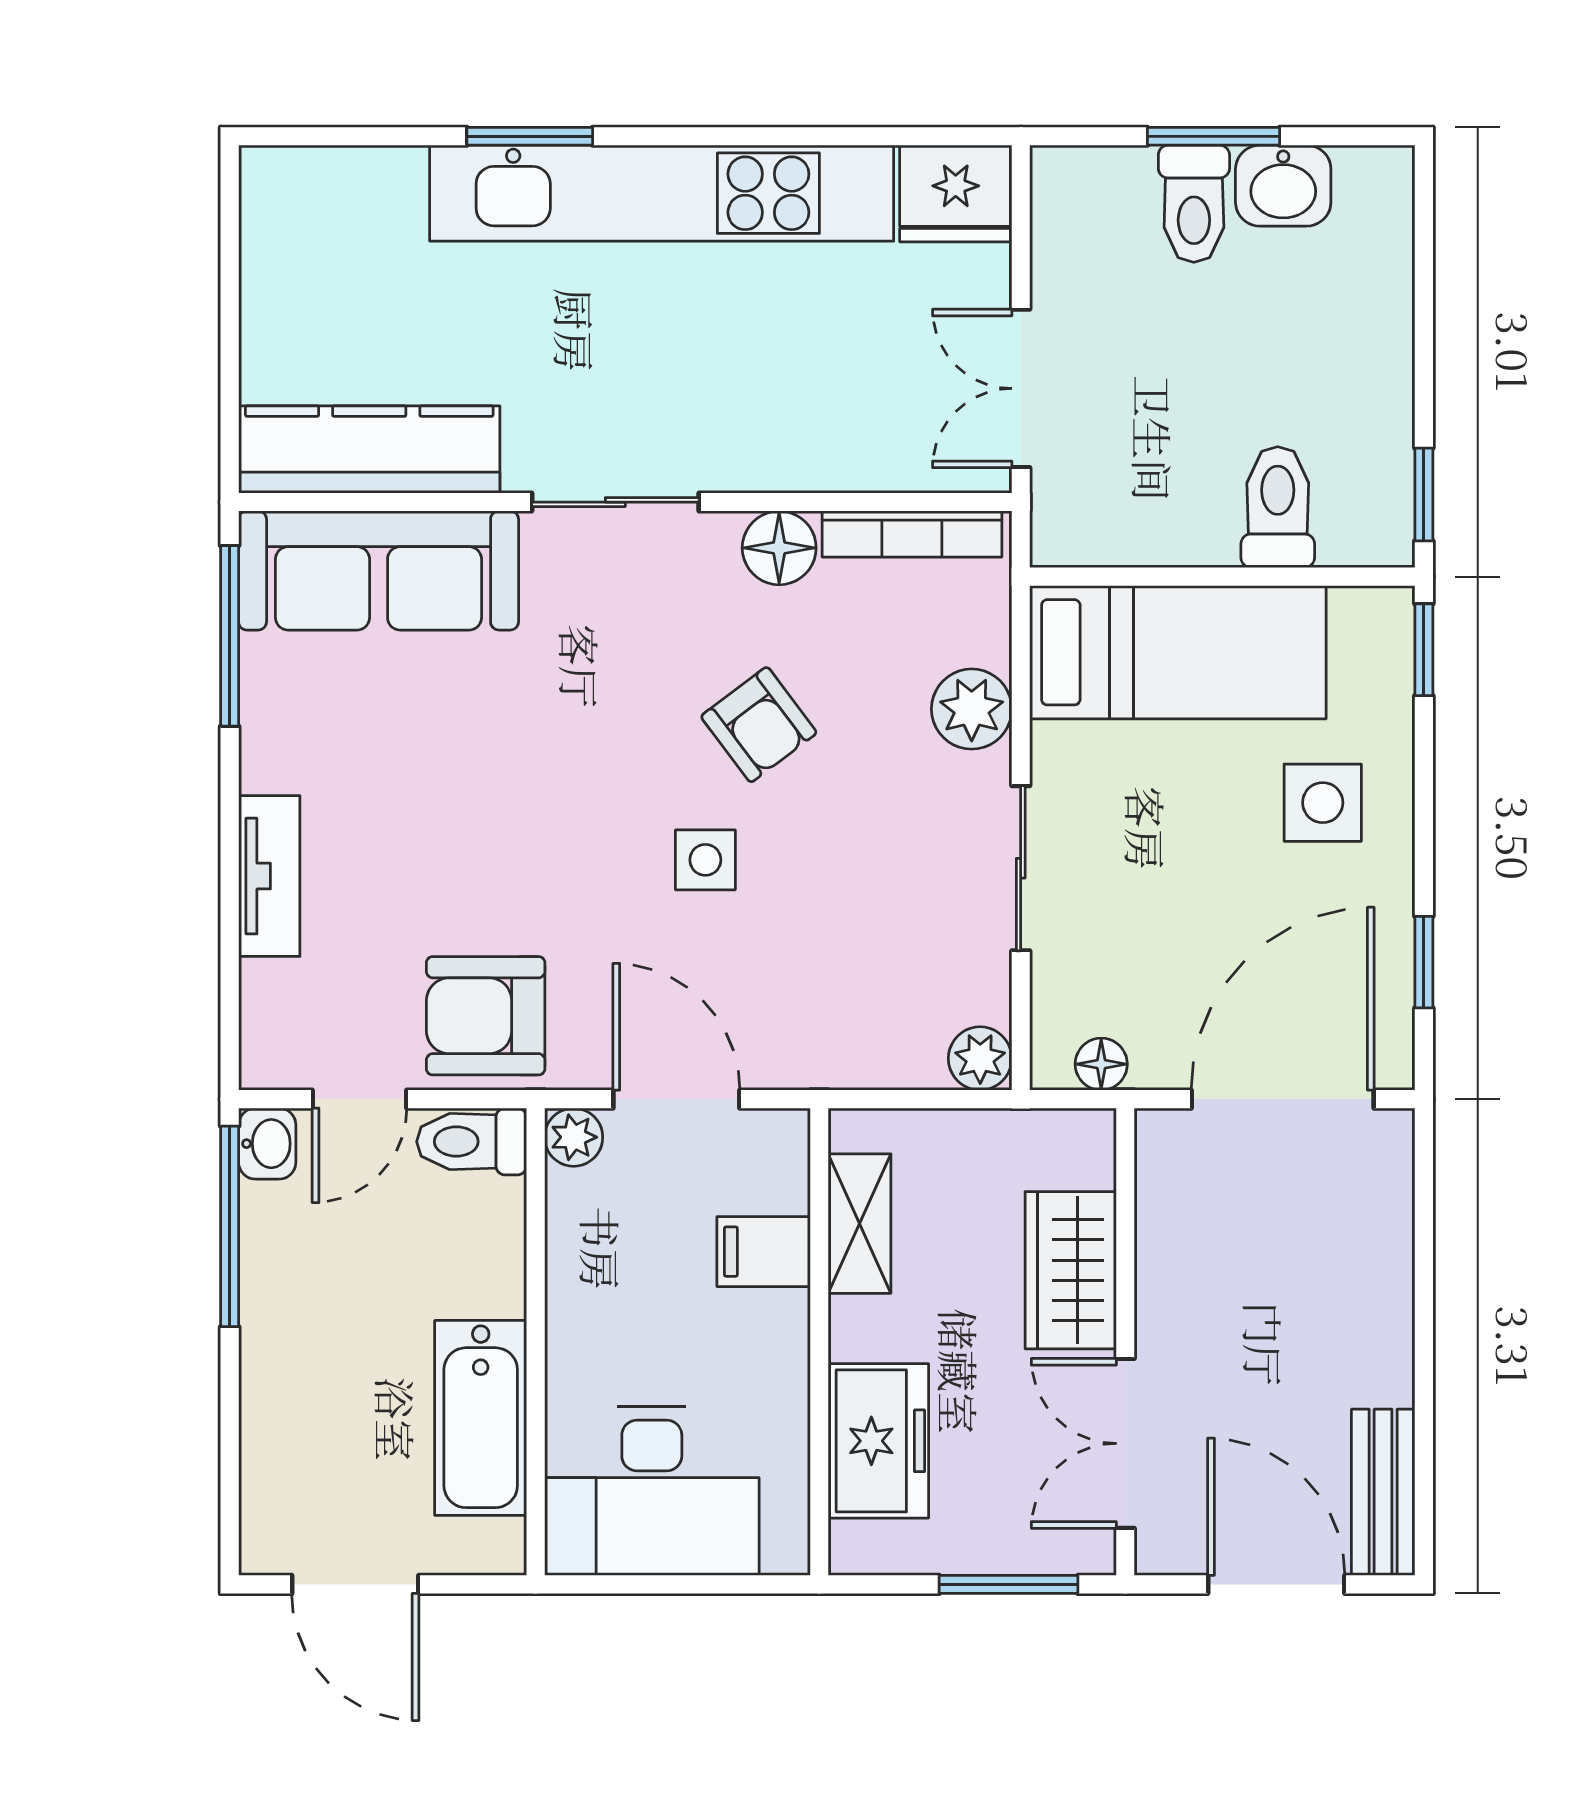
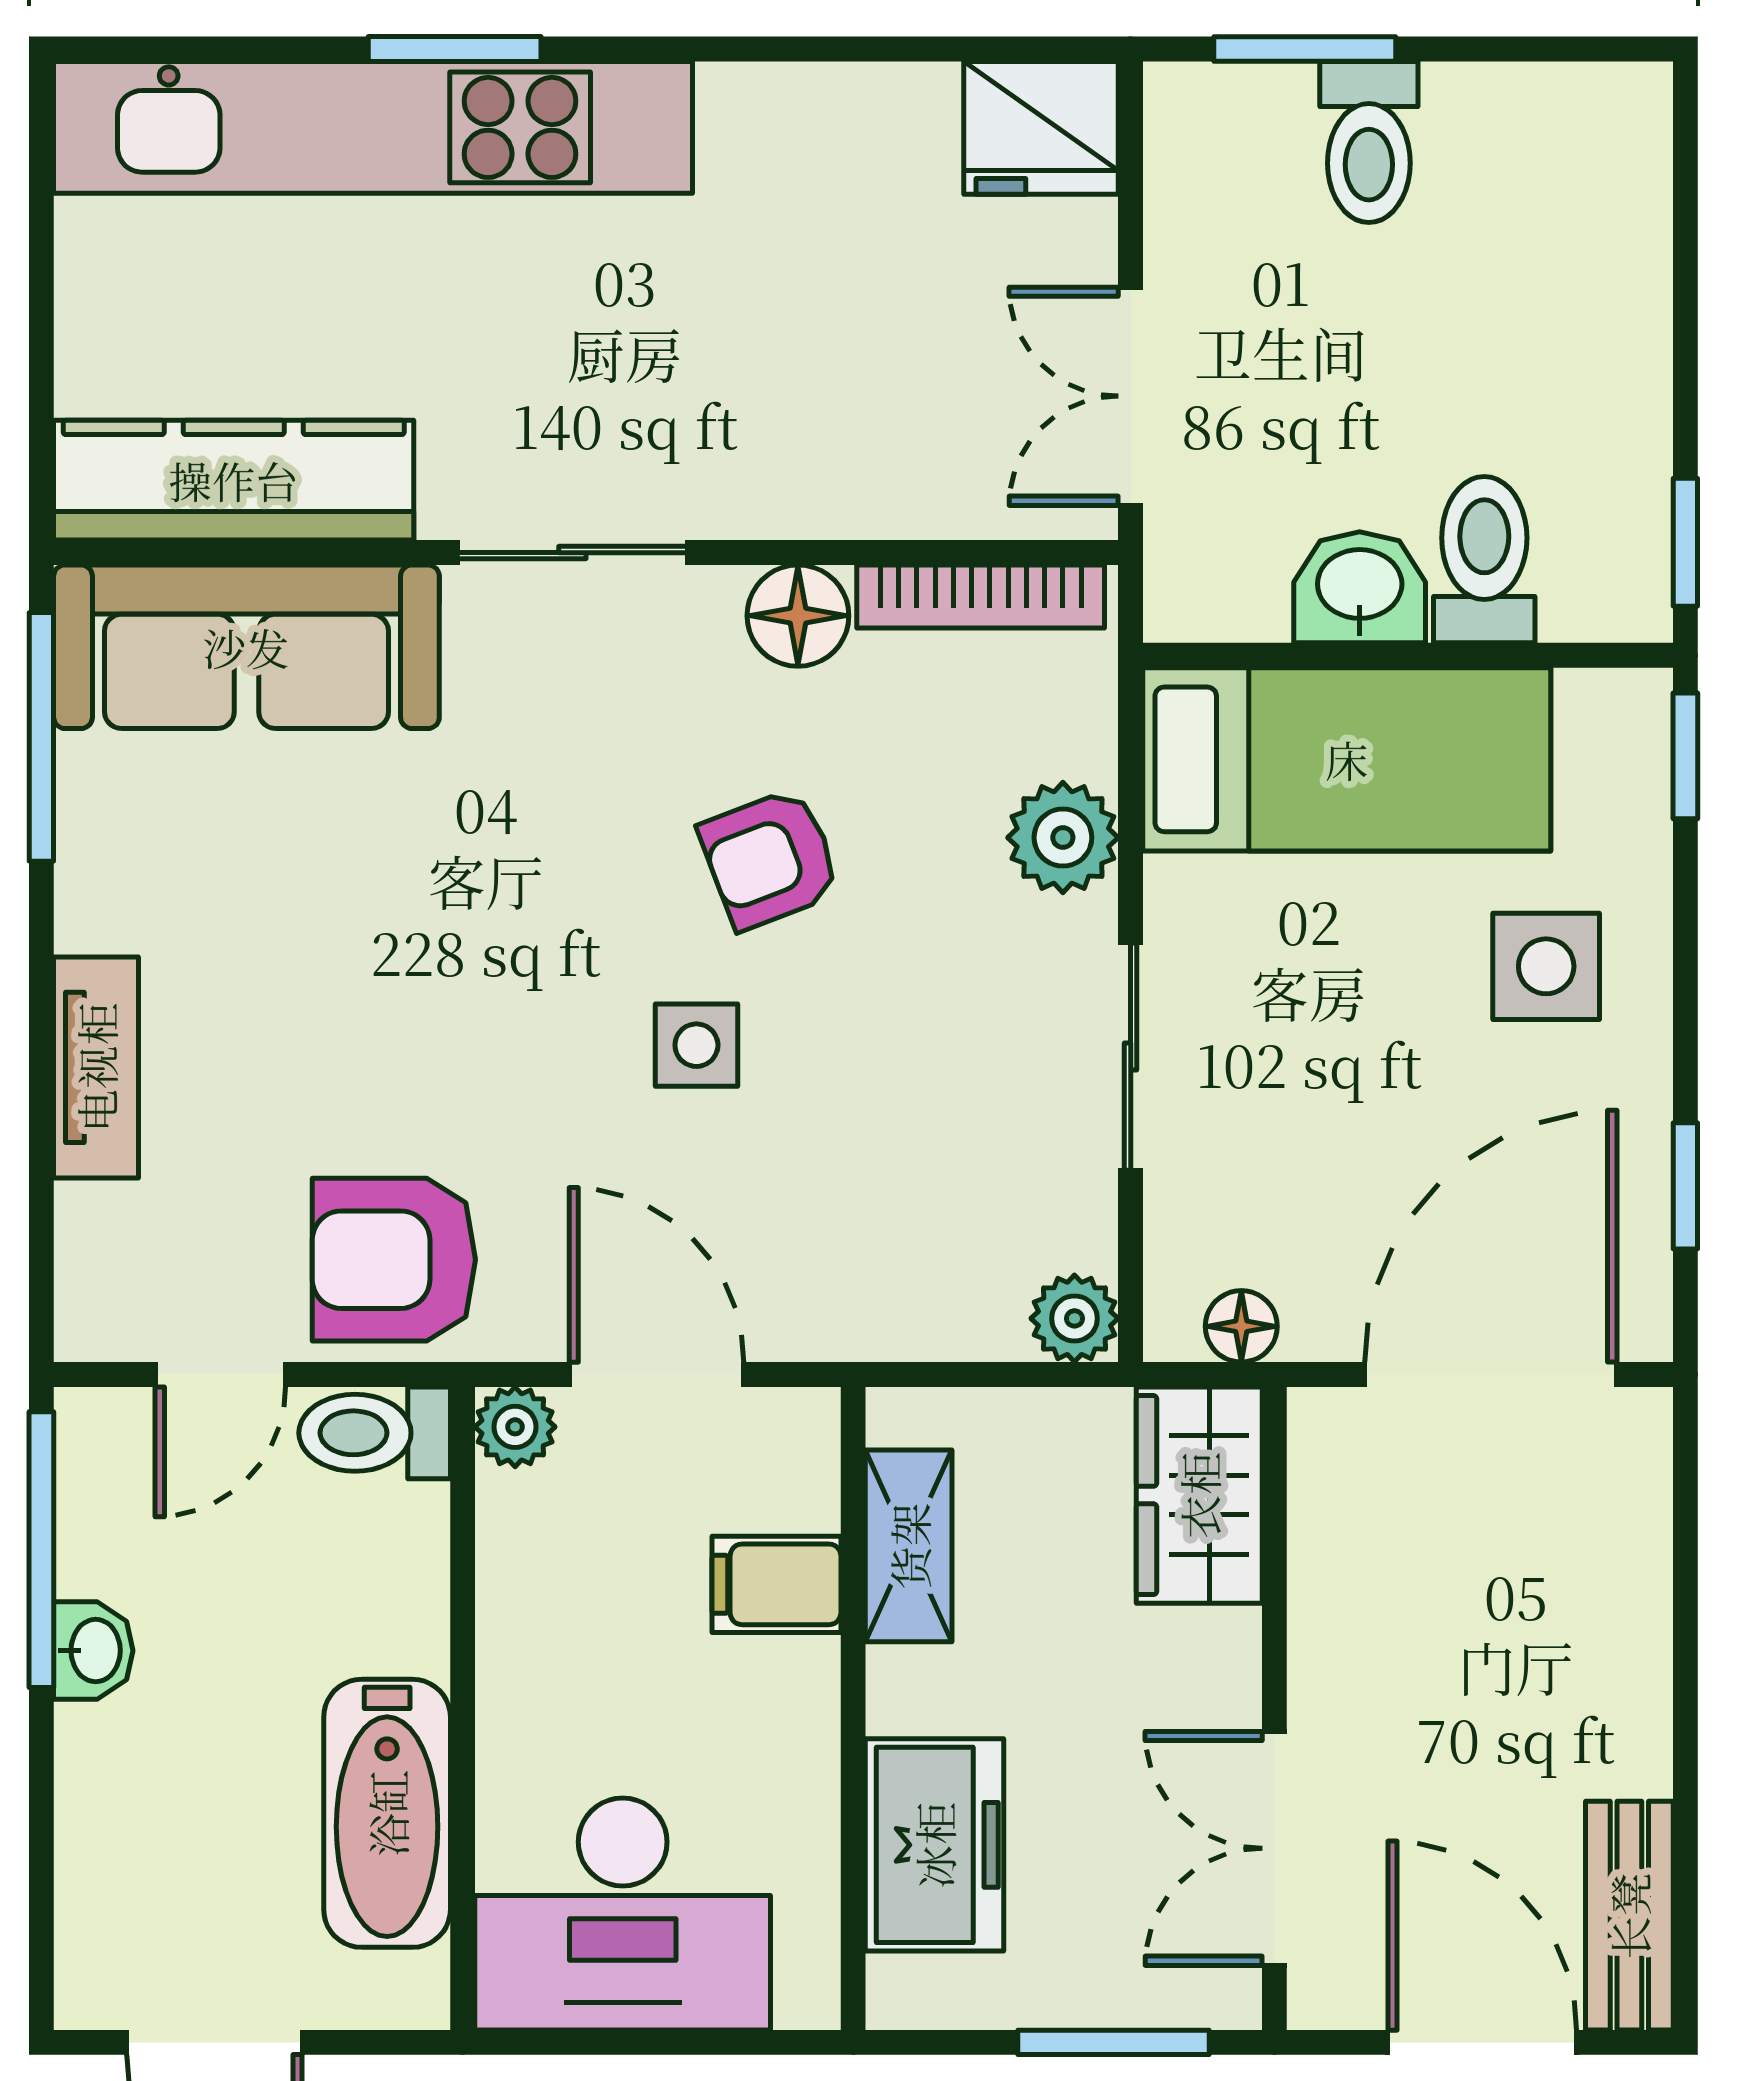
window: (1214, 136) -> (1305, 49), moved
washbasin: (1283, 186) -> (1360, 587), moved, turned 180
kitchen unit: (662, 193) -> (373, 127), moved
armchair: (759, 725) -> (770, 859), turned 106
washbasin: (267, 1144) -> (93, 1651), moved
wardrobe: (1071, 1270) -> (1199, 1495), moved

